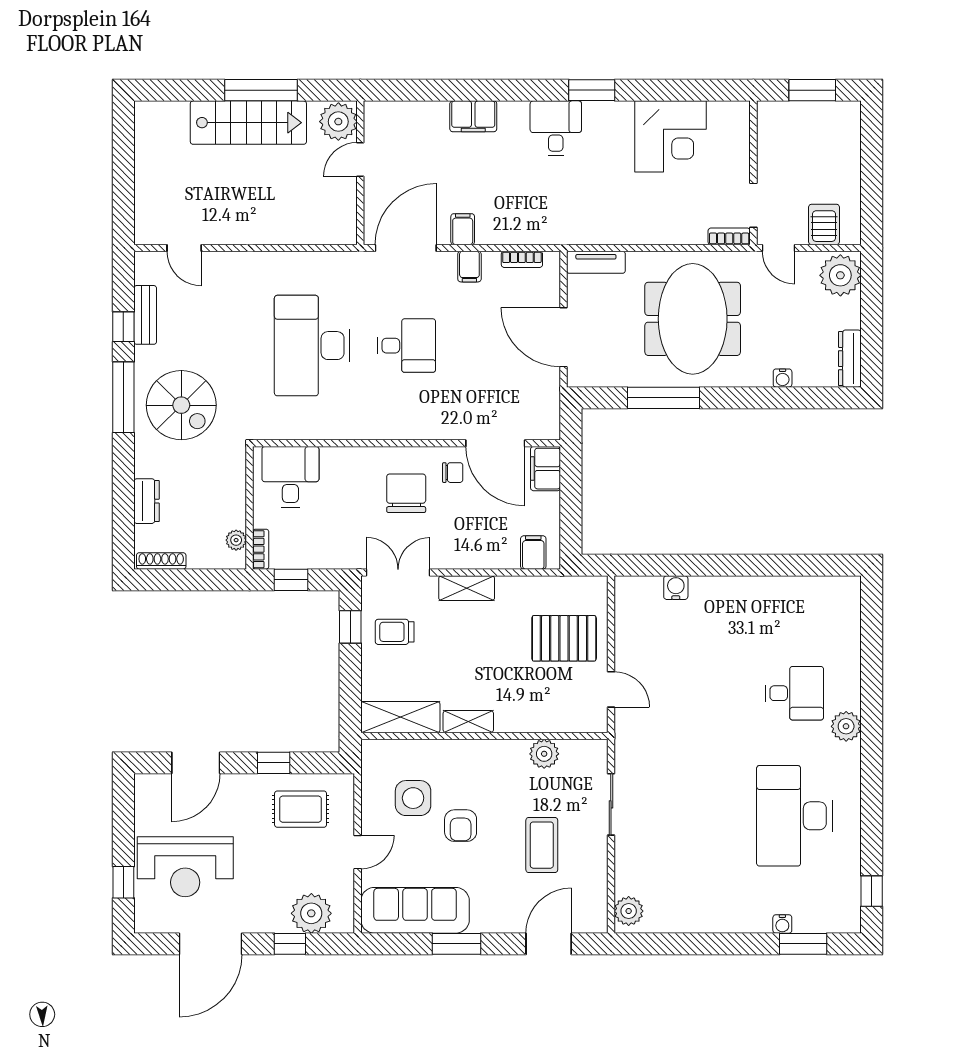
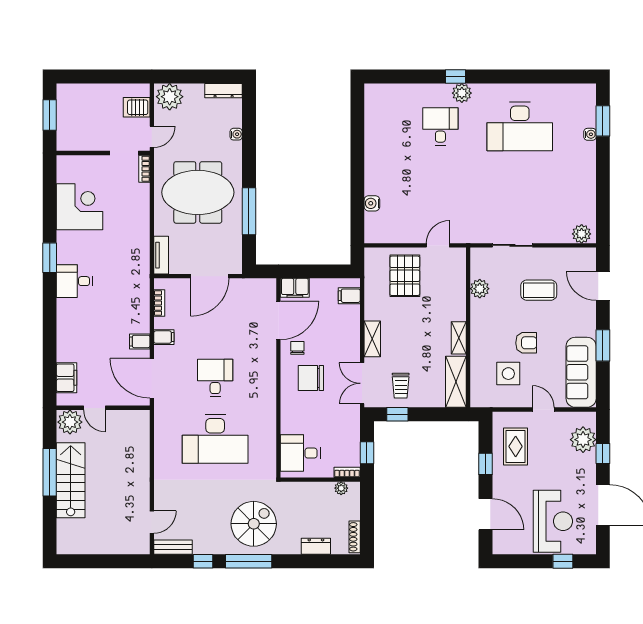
filing cabinet: (473, 116) -> (67, 378), moved
bench: (145, 315) -> (173, 547), moved
window: (872, 891) -> (456, 76), moved

